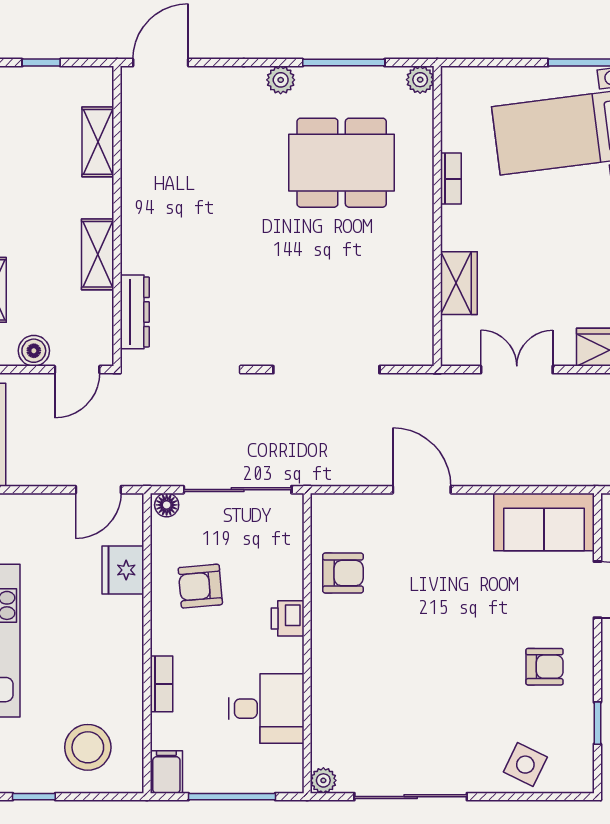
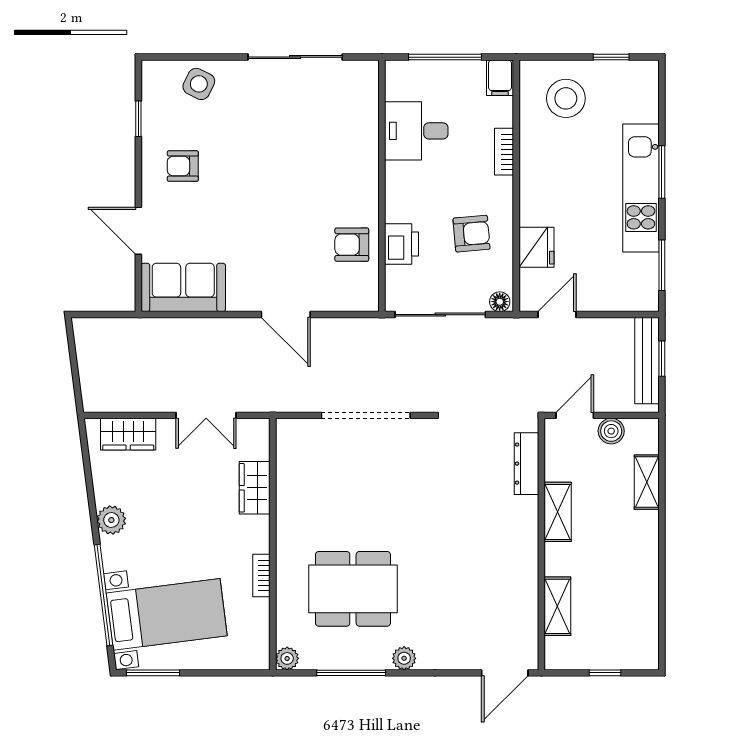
printer: (288, 618) -> (402, 244), moved, width x1.36, depth x1.24
plant: (323, 780) -> (368, 71), removed

